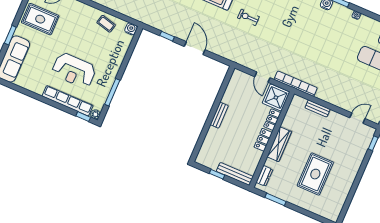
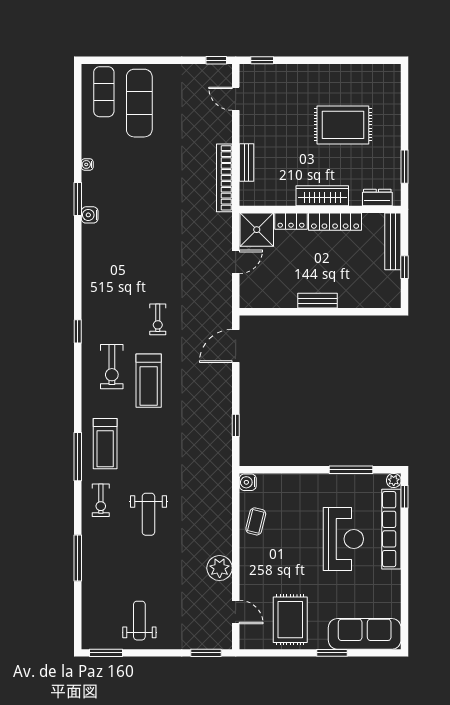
door: (195, 48) -> (236, 346), moved
bookcase: (296, 84) -> (224, 178), moved
locker: (263, 140) -> (335, 222), width x1.53

